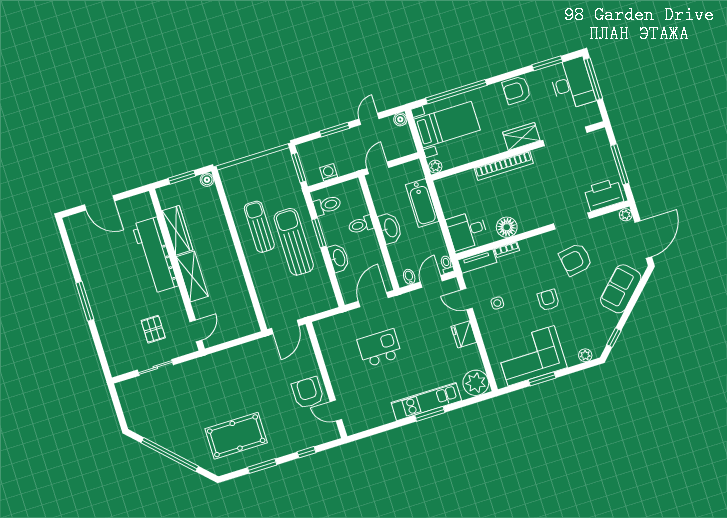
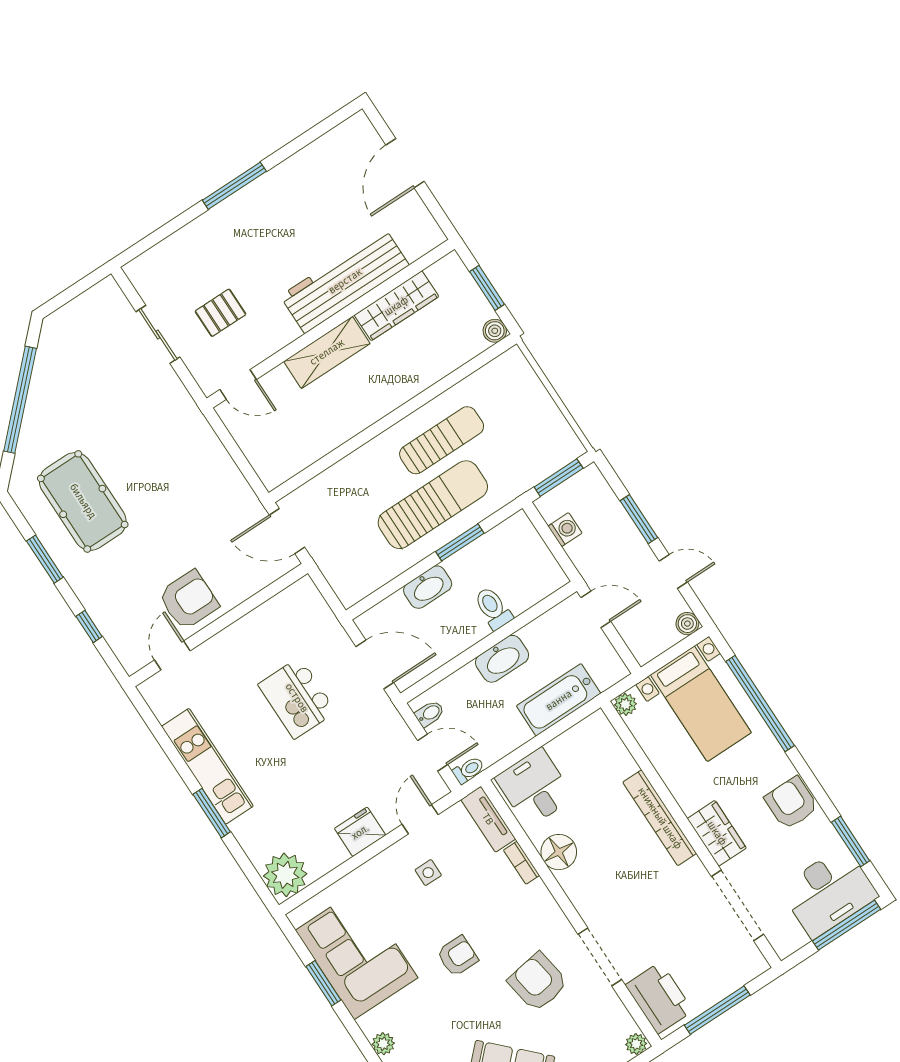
toilet: (327, 205) -> (510, 543), removed
kitchen island: (379, 348) -> (297, 698), turned 180
kitchen unit: (426, 402) -> (207, 766), moved

